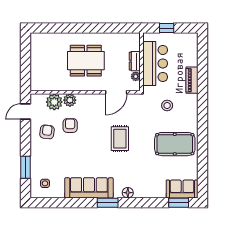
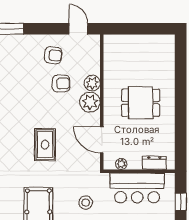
dining table: (86, 61) -> (141, 103), width x0.73
dresser: (135, 61) -> (154, 163), moved
plant: (54, 102) -> (90, 102), moved
rug: (120, 139) -> (45, 145), turned 90

